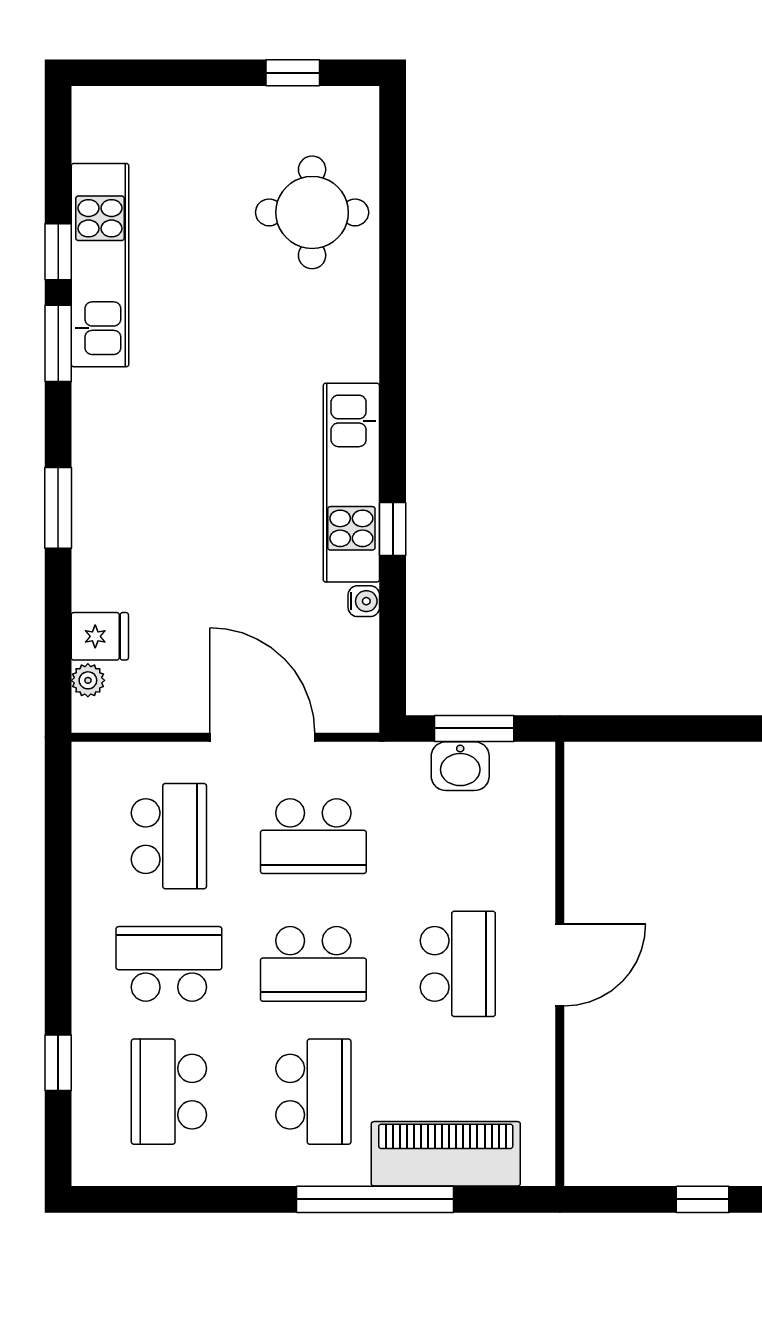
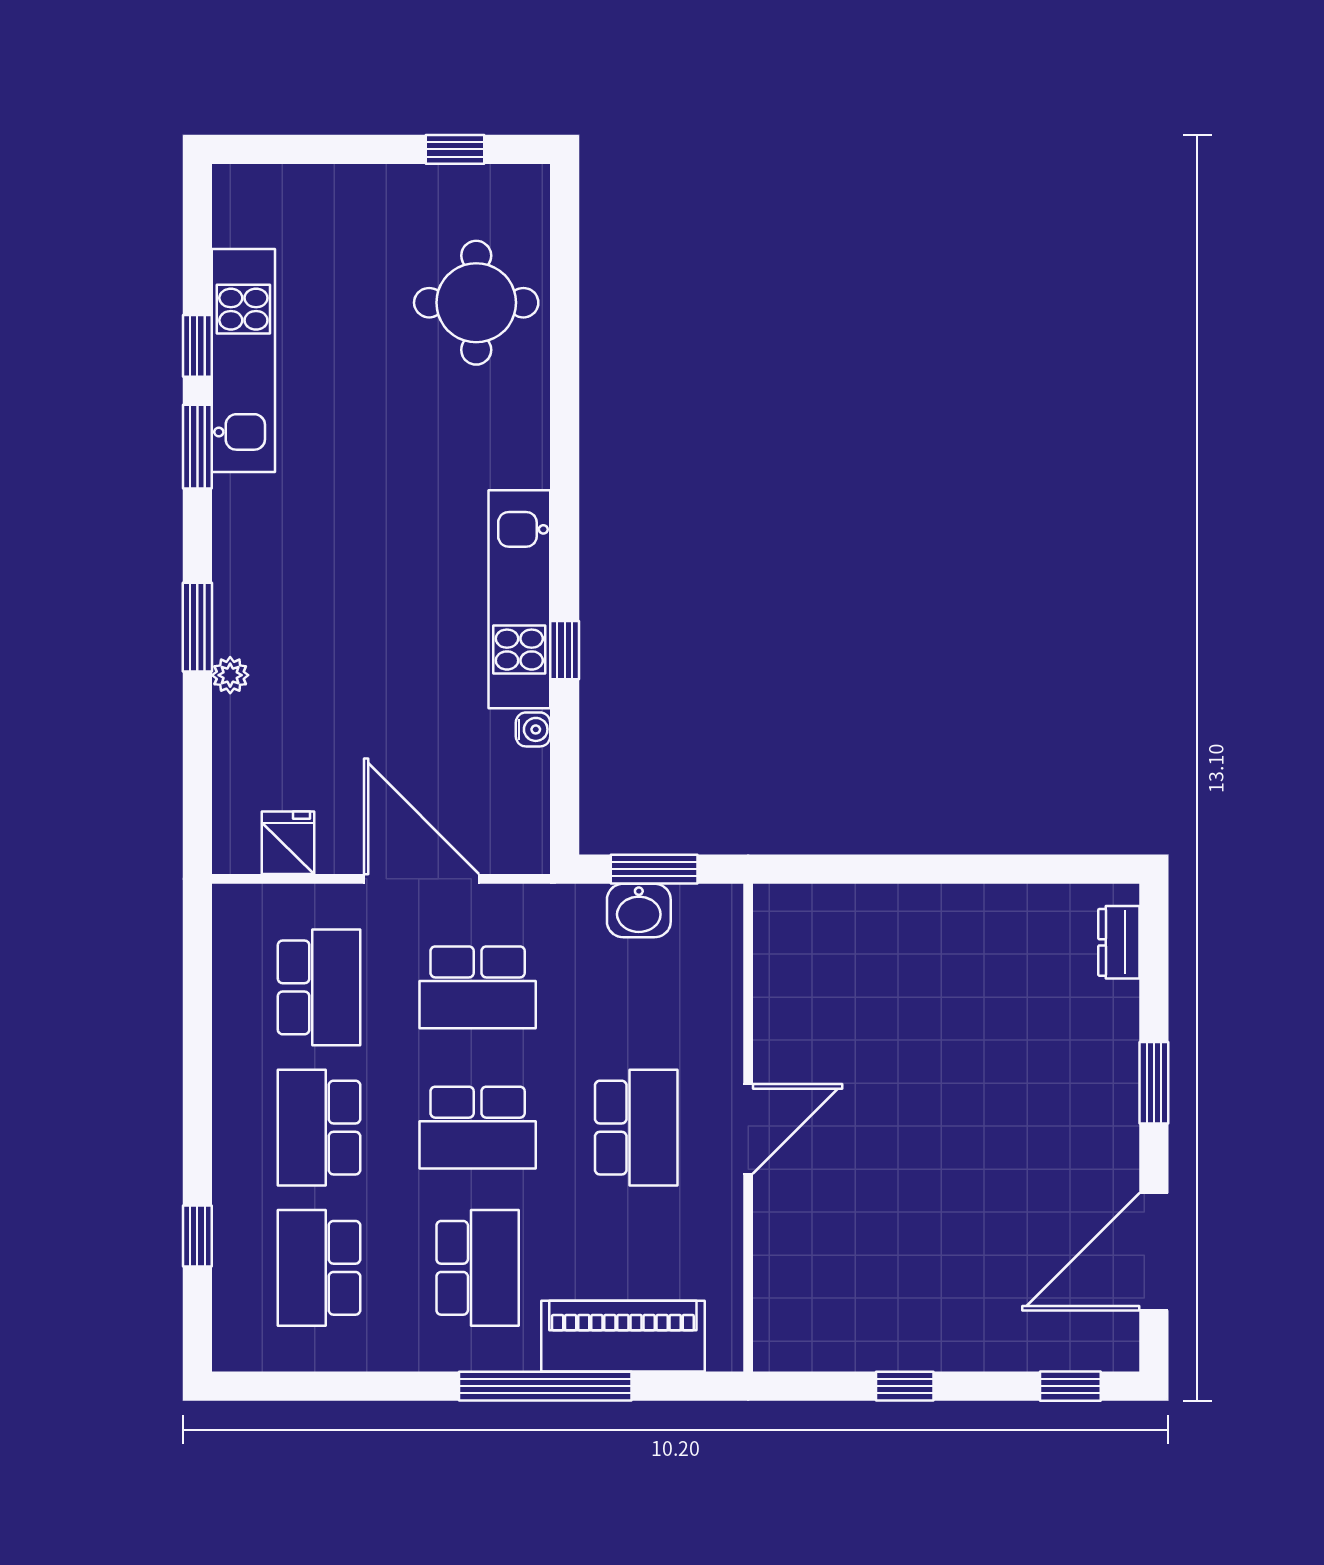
fridge: (100, 636) -> (288, 843), moved, turned -90
plant: (88, 680) -> (230, 675), moved
school desk: (169, 964) -> (319, 1128), turned -90

